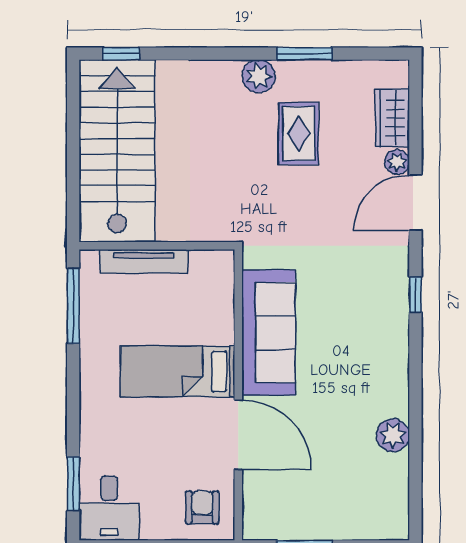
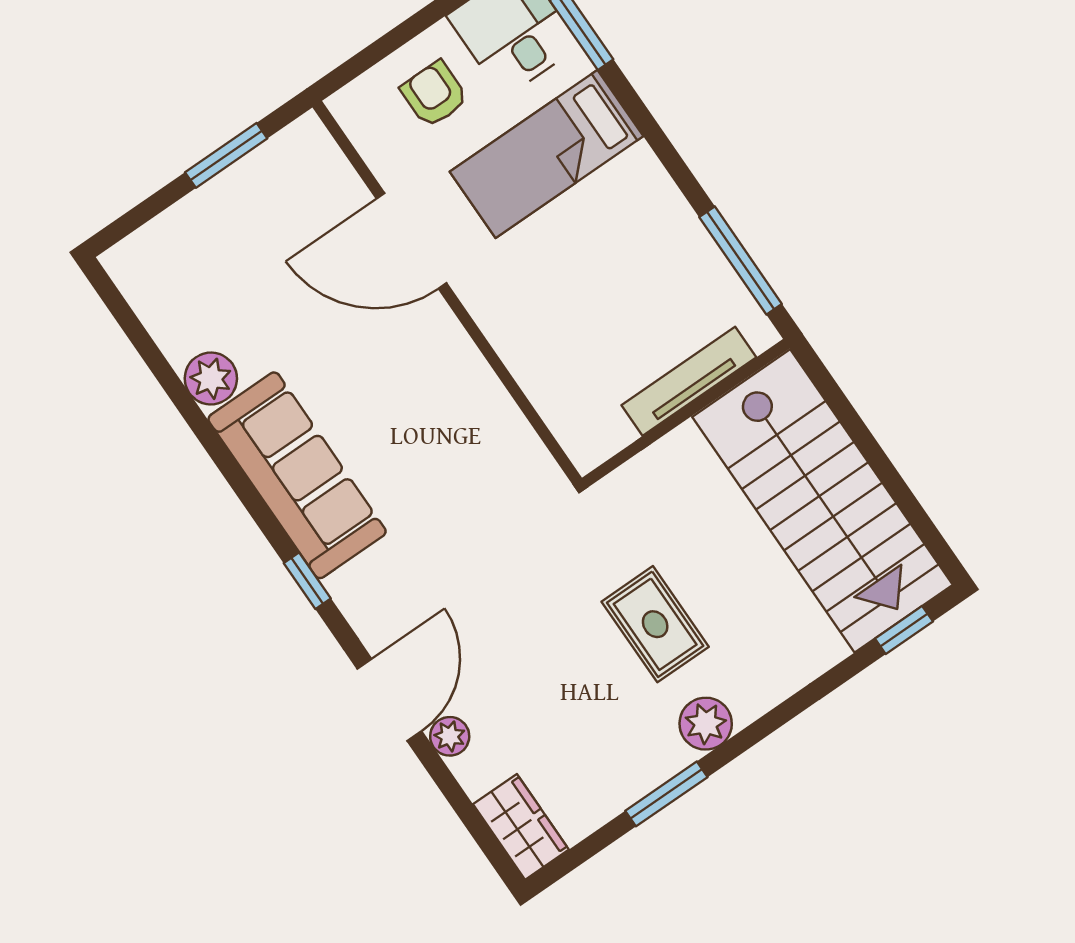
wardrobe: (392, 118) -> (521, 827), moved
rug: (299, 133) -> (655, 624), moved
sofa: (269, 333) -> (297, 475), moved, turned 180
bed: (178, 371) -> (547, 154), moved, turned 180
armchair: (202, 507) -> (434, 94), moved, turned 180

